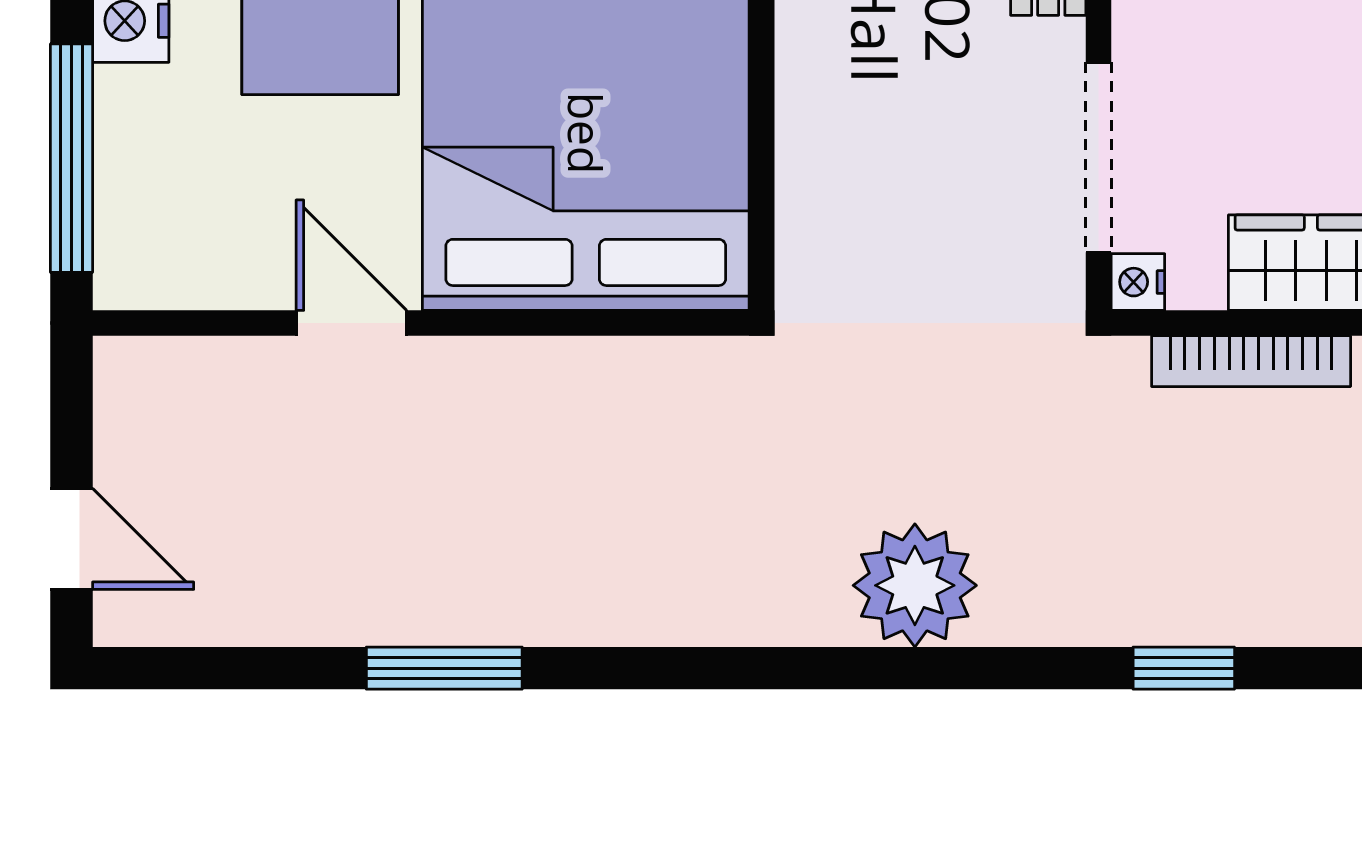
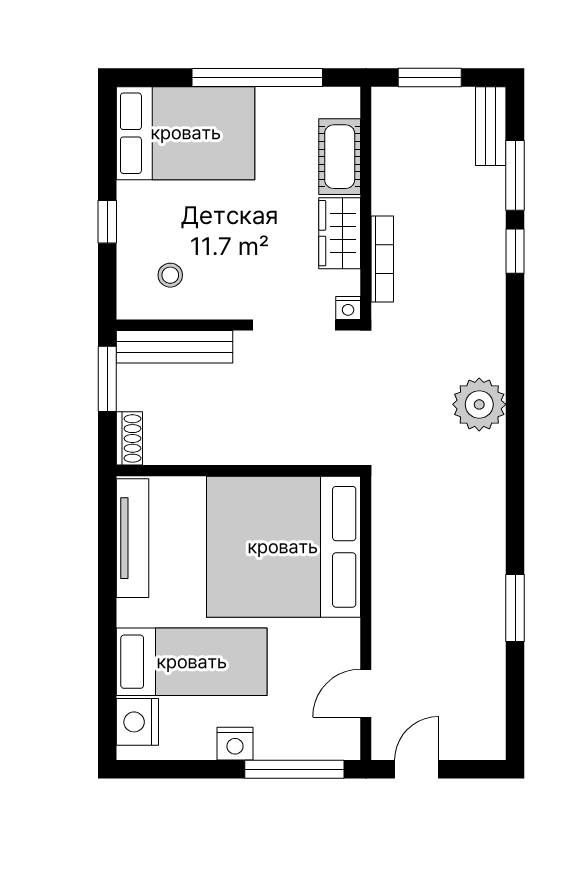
door: (351, 323) -> (366, 693), moved
door: (72, 539) -> (417, 769), moved
window: (1184, 668) -> (515, 251), moved

